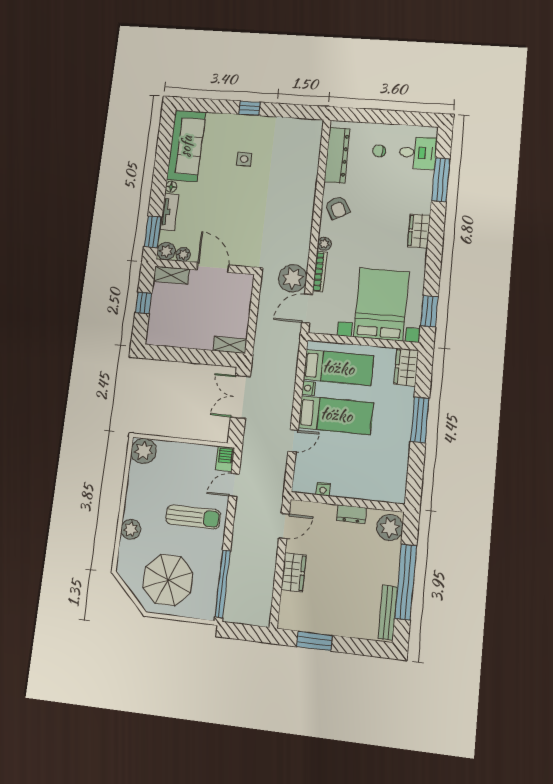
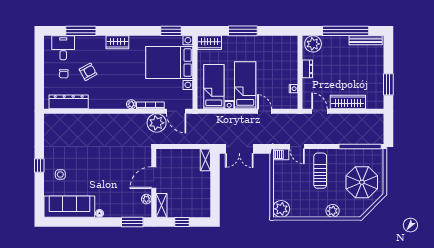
side table: (244, 159) -> (60, 175), moved
armchair: (337, 207) -> (88, 72), moved
tv unit: (169, 212) -> (117, 212), removed
plant: (166, 251) -> (145, 211), removed
wardrobe: (294, 572) -> (348, 102), width x1.50

